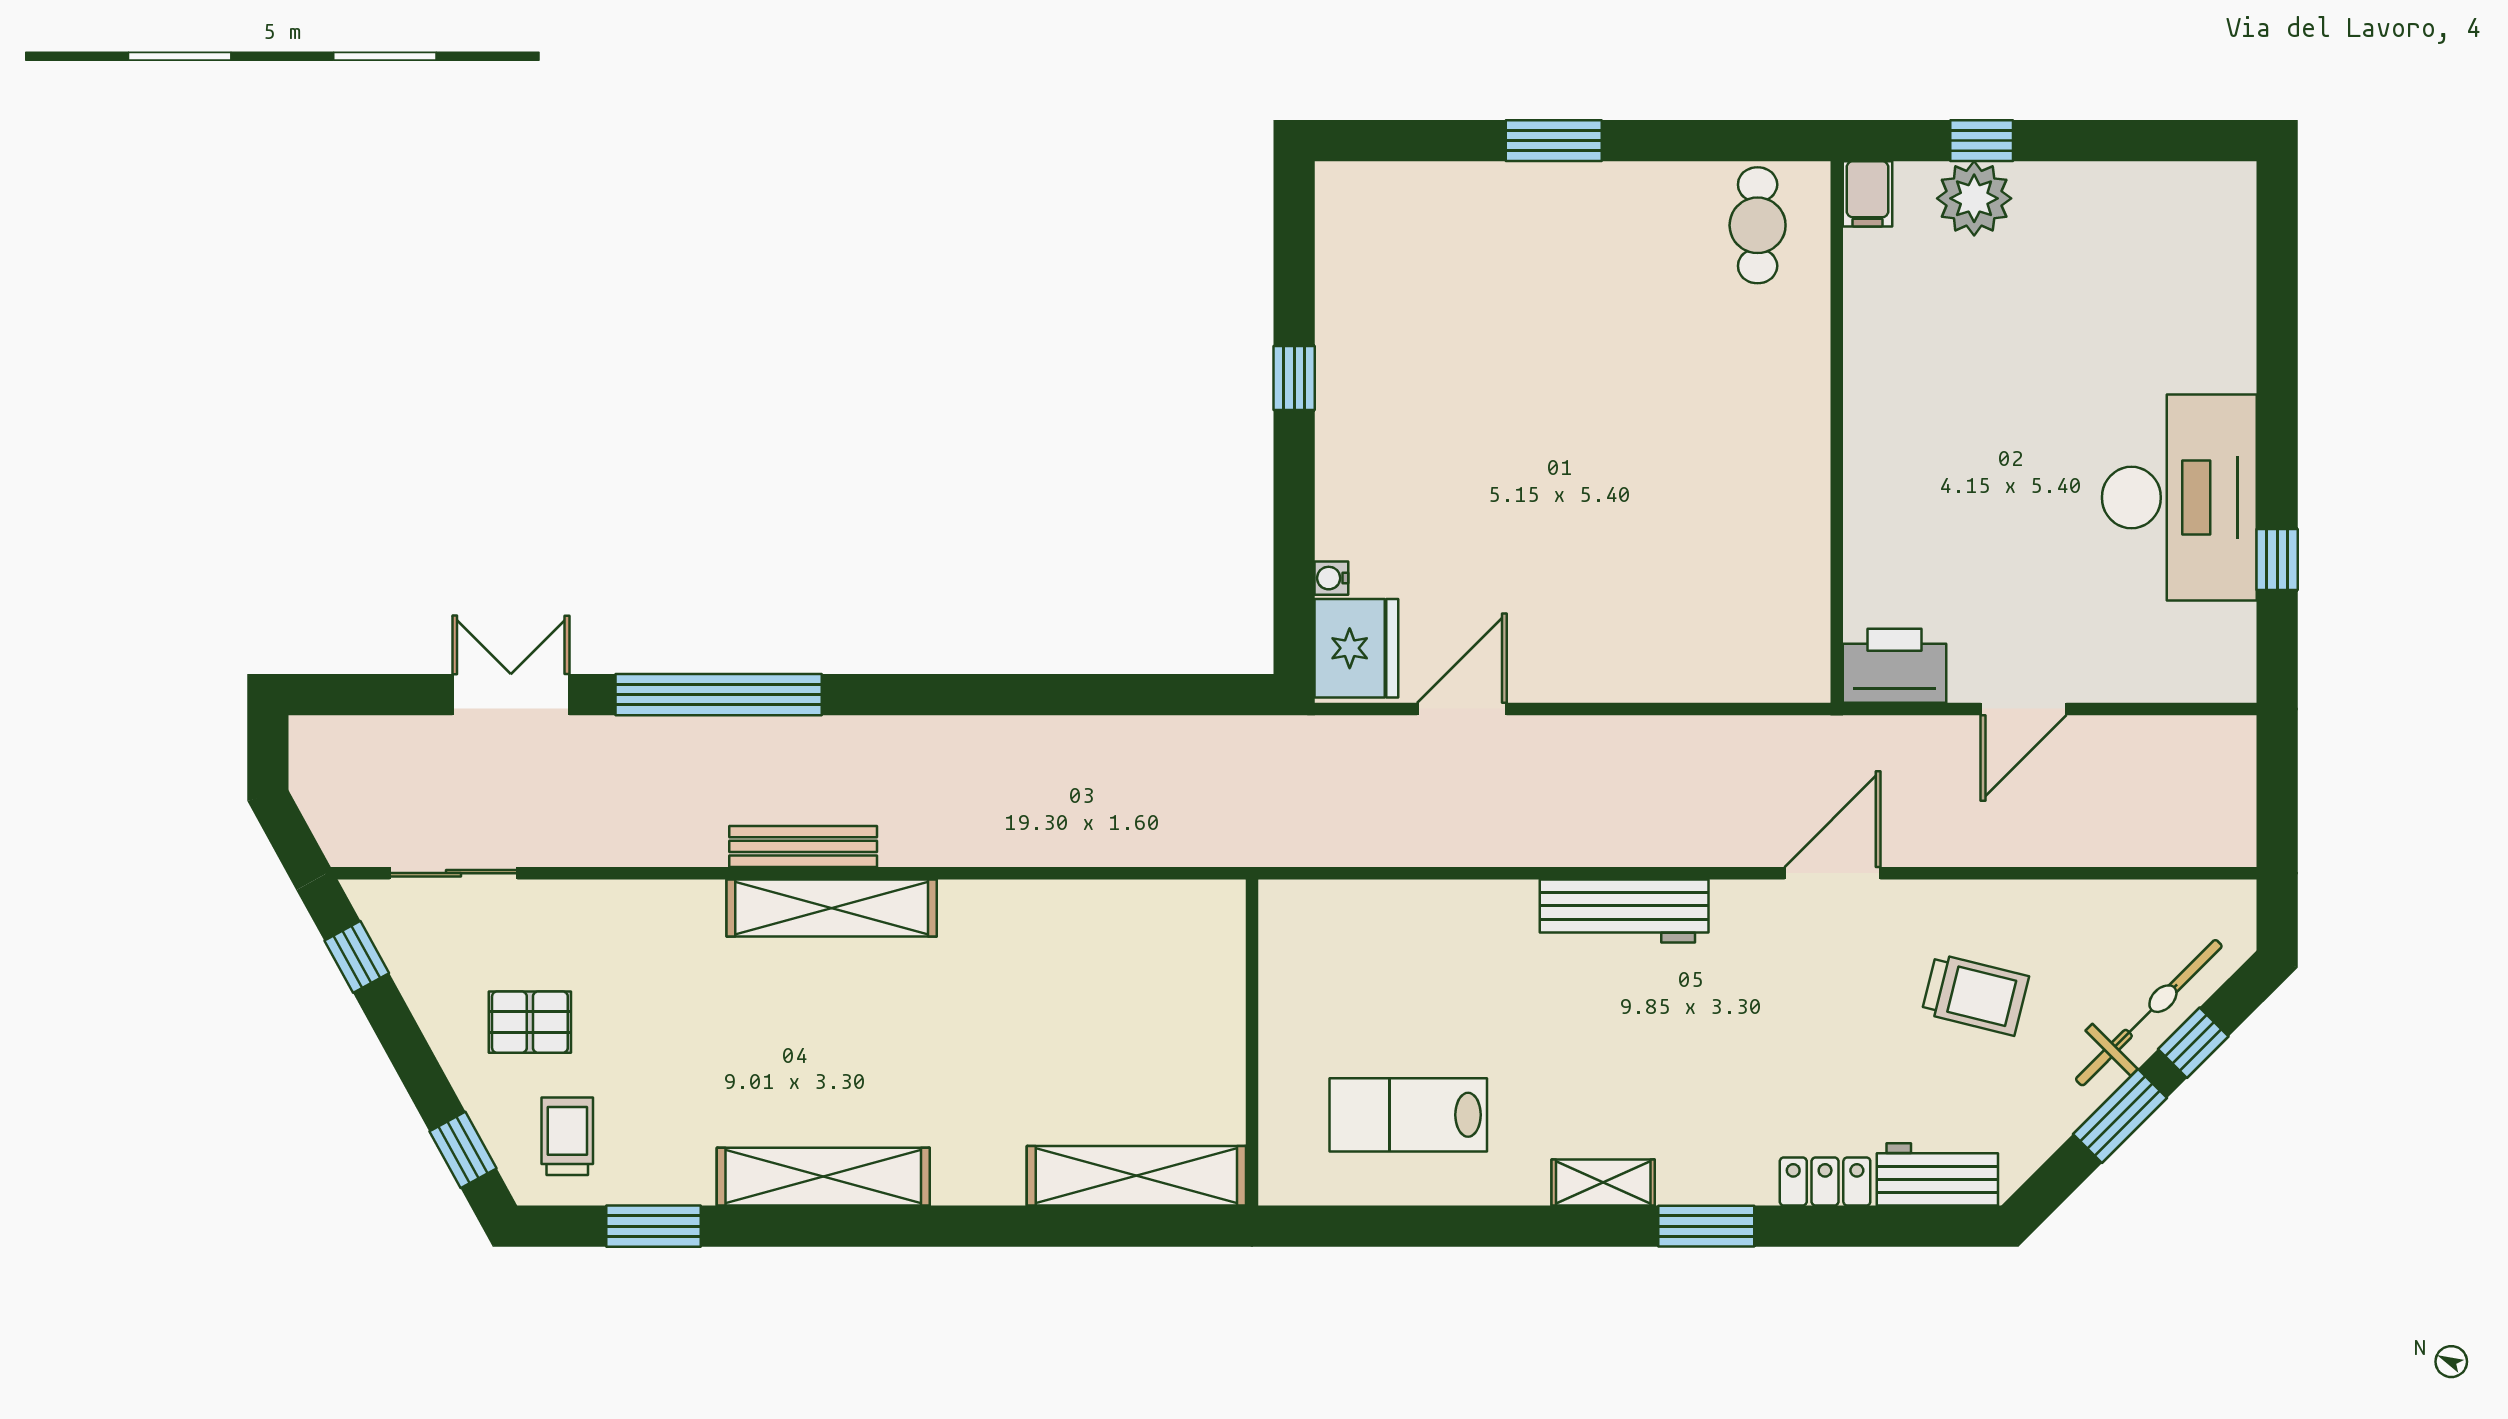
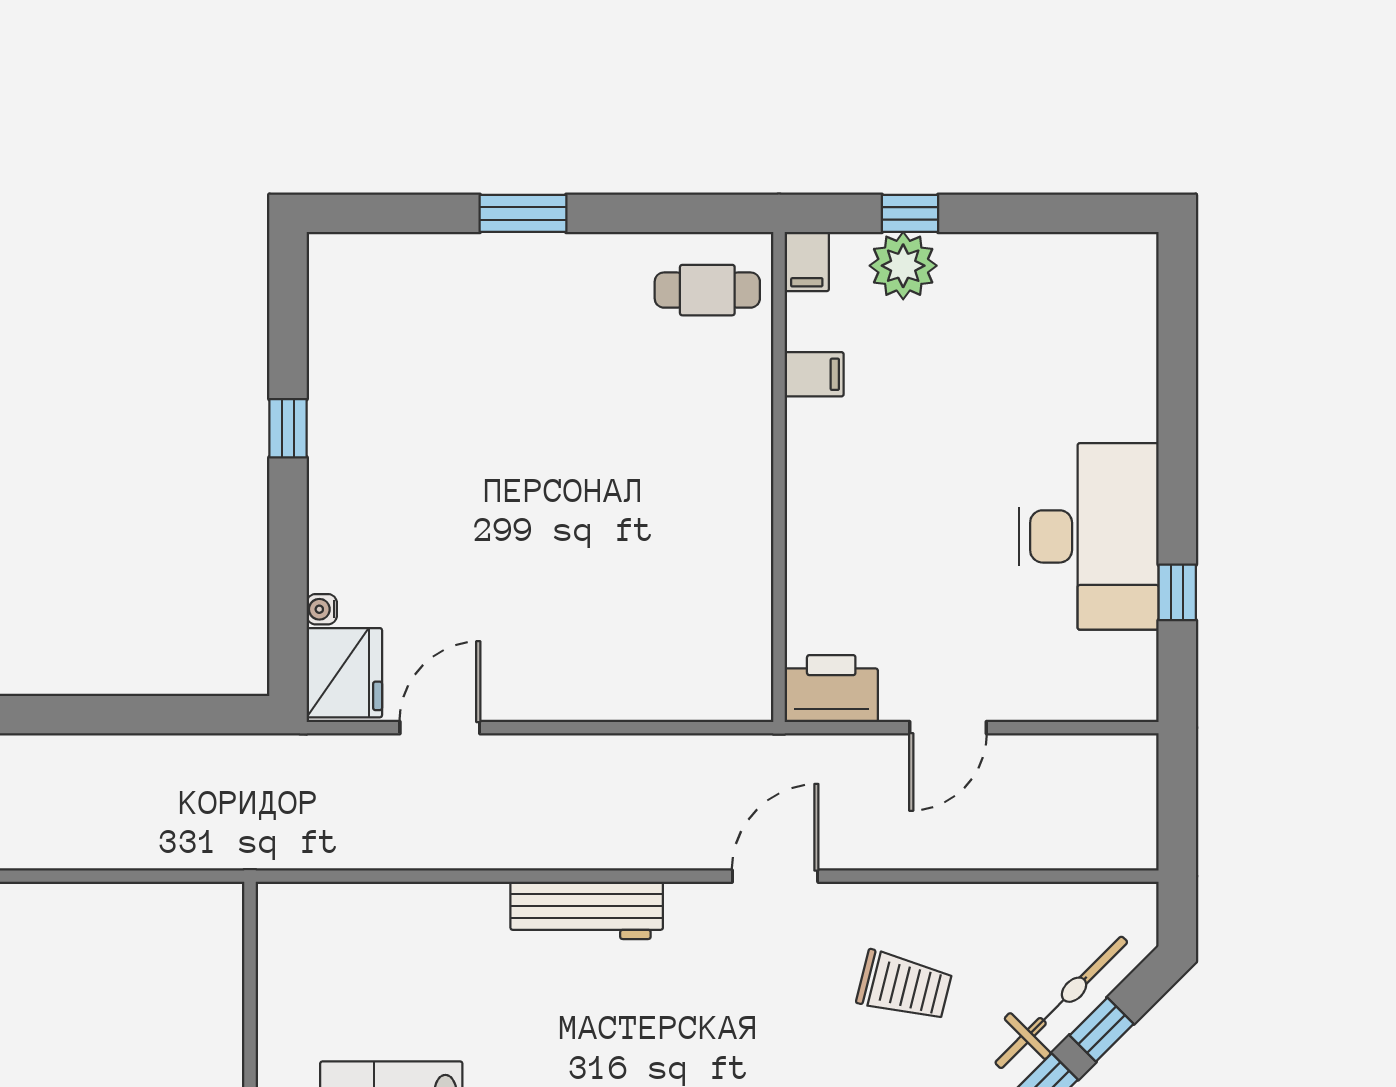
cafe table: (1758, 225) -> (707, 290), turned 90
filing cabinet: (1876, 318) -> (814, 374), added

